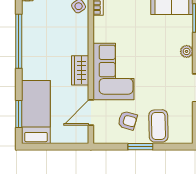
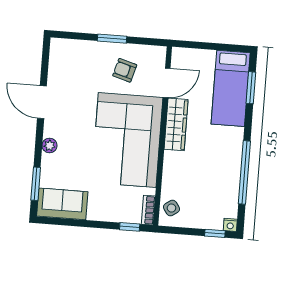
wardrobe: (80, 70) -> (176, 124), width x1.50
corner sofa: (113, 71) -> (127, 140), width x1.36, depth x1.36
coffee table: (158, 126) -> (89, 61), removed

